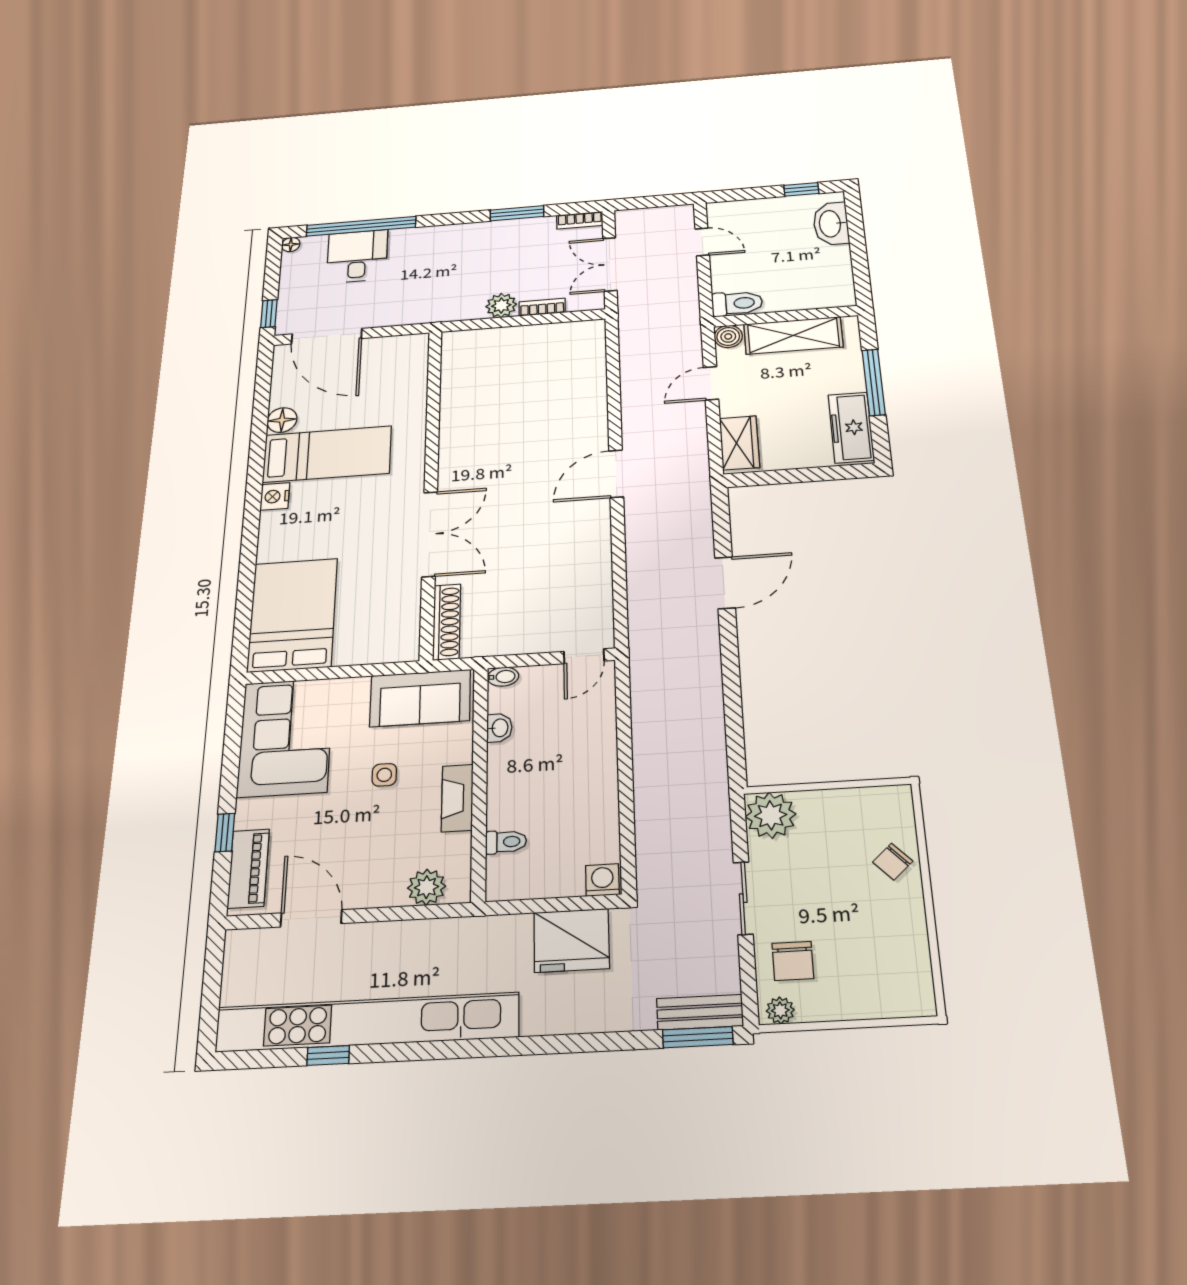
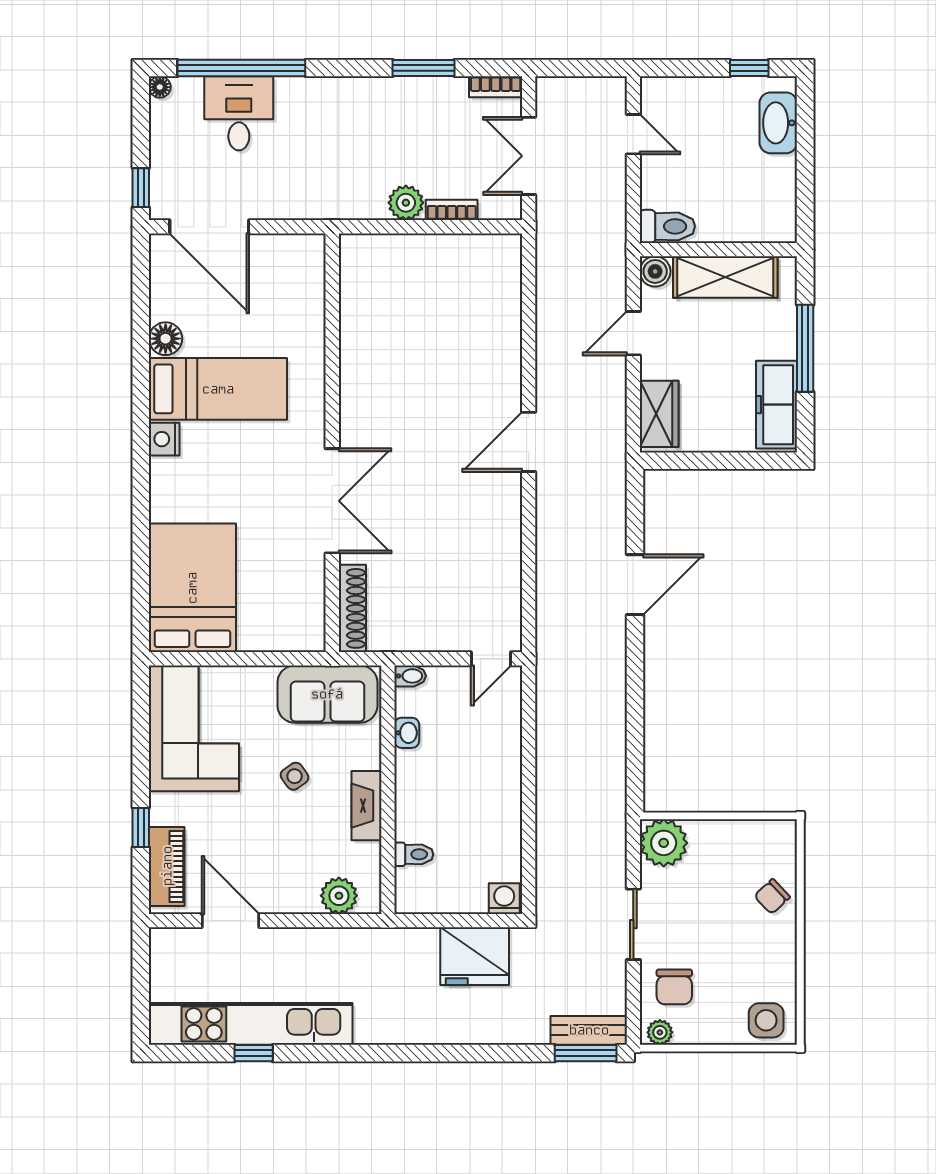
side table: (384, 775) -> (295, 776), turned -35
side table: (900, 991) -> (766, 1020), added
kitchen unit: (367, 1022) -> (251, 1024), width x0.73

